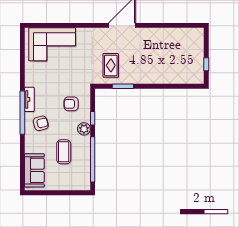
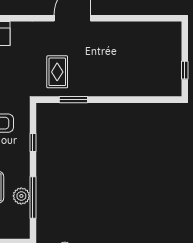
plant: (84, 129) -> (21, 196), moved
window: (93, 159) -> (33, 197), width x0.68

